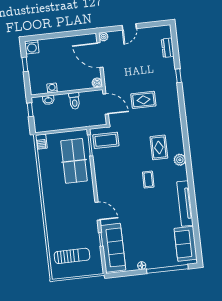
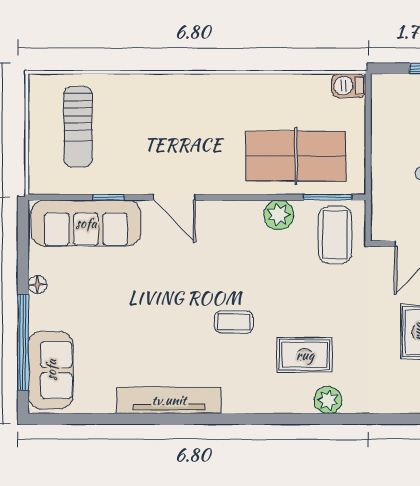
plant: (180, 160) -> (328, 400), moved
plant: (100, 165) -> (279, 215), added
door: (98, 211) -> (174, 197), hinge flipped
sofa: (186, 244) -> (51, 370), moved, turned 90

